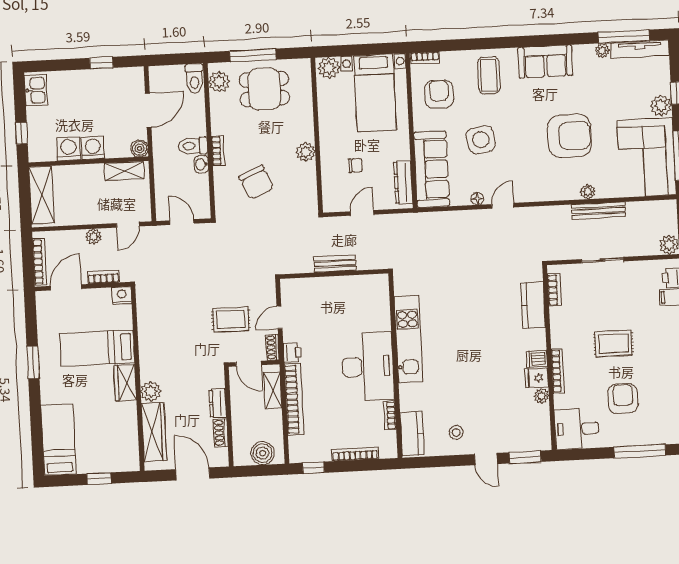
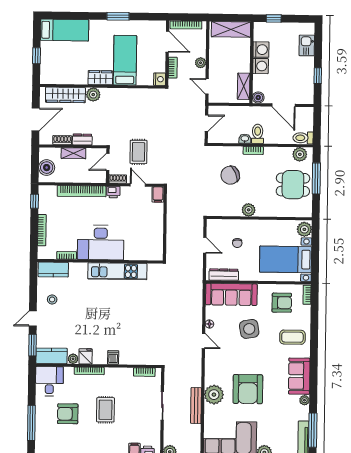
plant: (602, 50) -> (304, 400), moved
dining table: (264, 89) -> (293, 185), turned 90
kitchen sink: (36, 90) -> (307, 45), moved, turned 90
plant: (588, 192) -> (214, 395), width x1.88, depth x1.88
bench: (335, 264) -> (172, 225), removed
filing cabinet: (292, 287) -> (158, 194), added
kitchen counter: (533, 305) -> (52, 356), moved
dishwasher: (537, 359) -> (113, 357), moved
shelving: (273, 390) -> (73, 153), moved
armchair: (623, 399) -> (68, 414), turned 180

